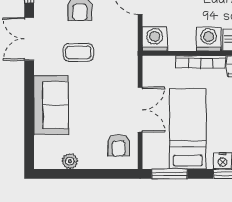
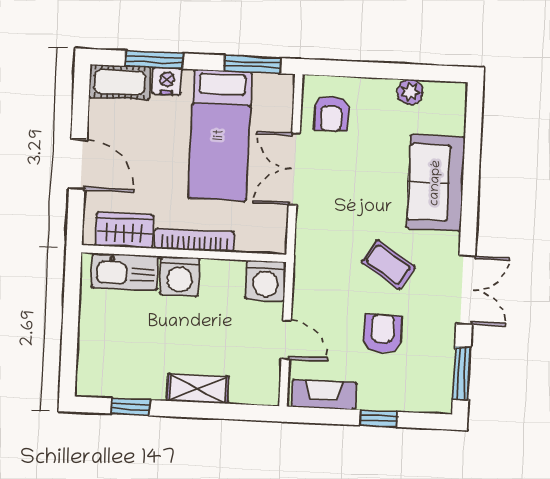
coffee table: (78, 52) -> (388, 265), turned 33
armchair: (119, 145) -> (331, 114), turned 180

